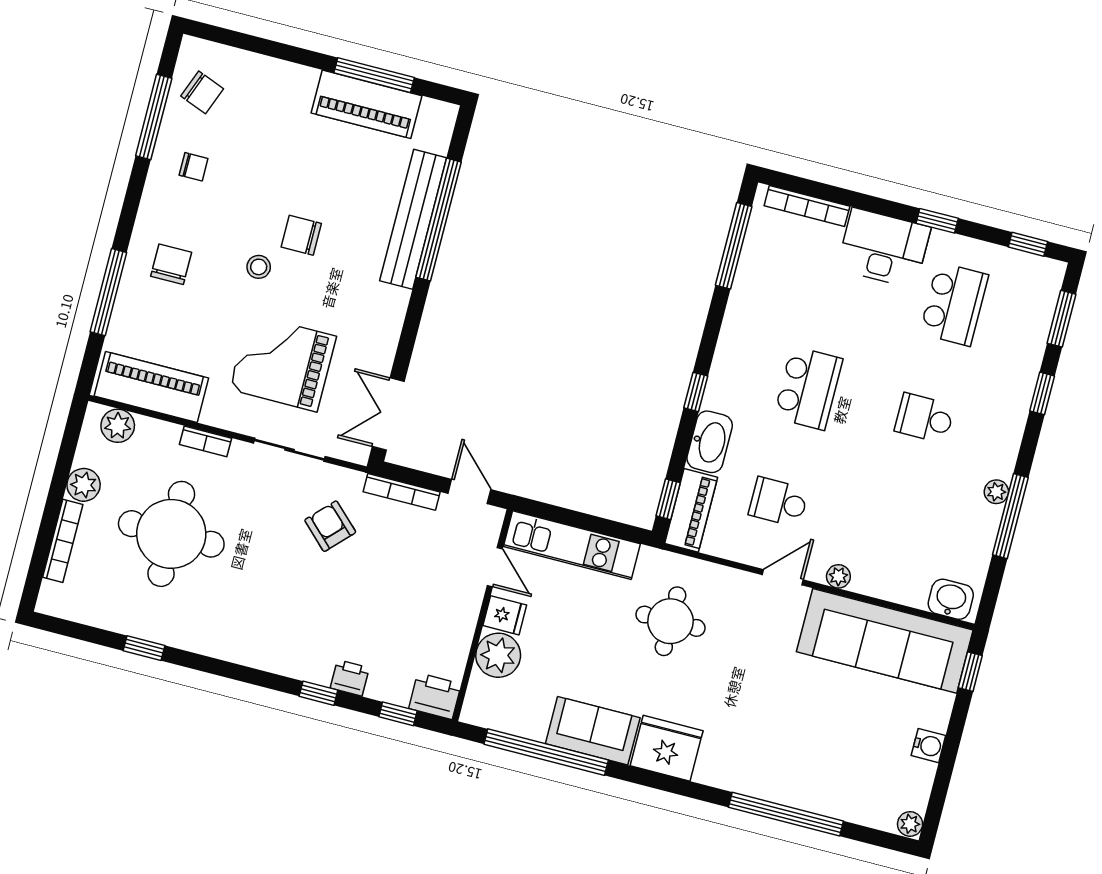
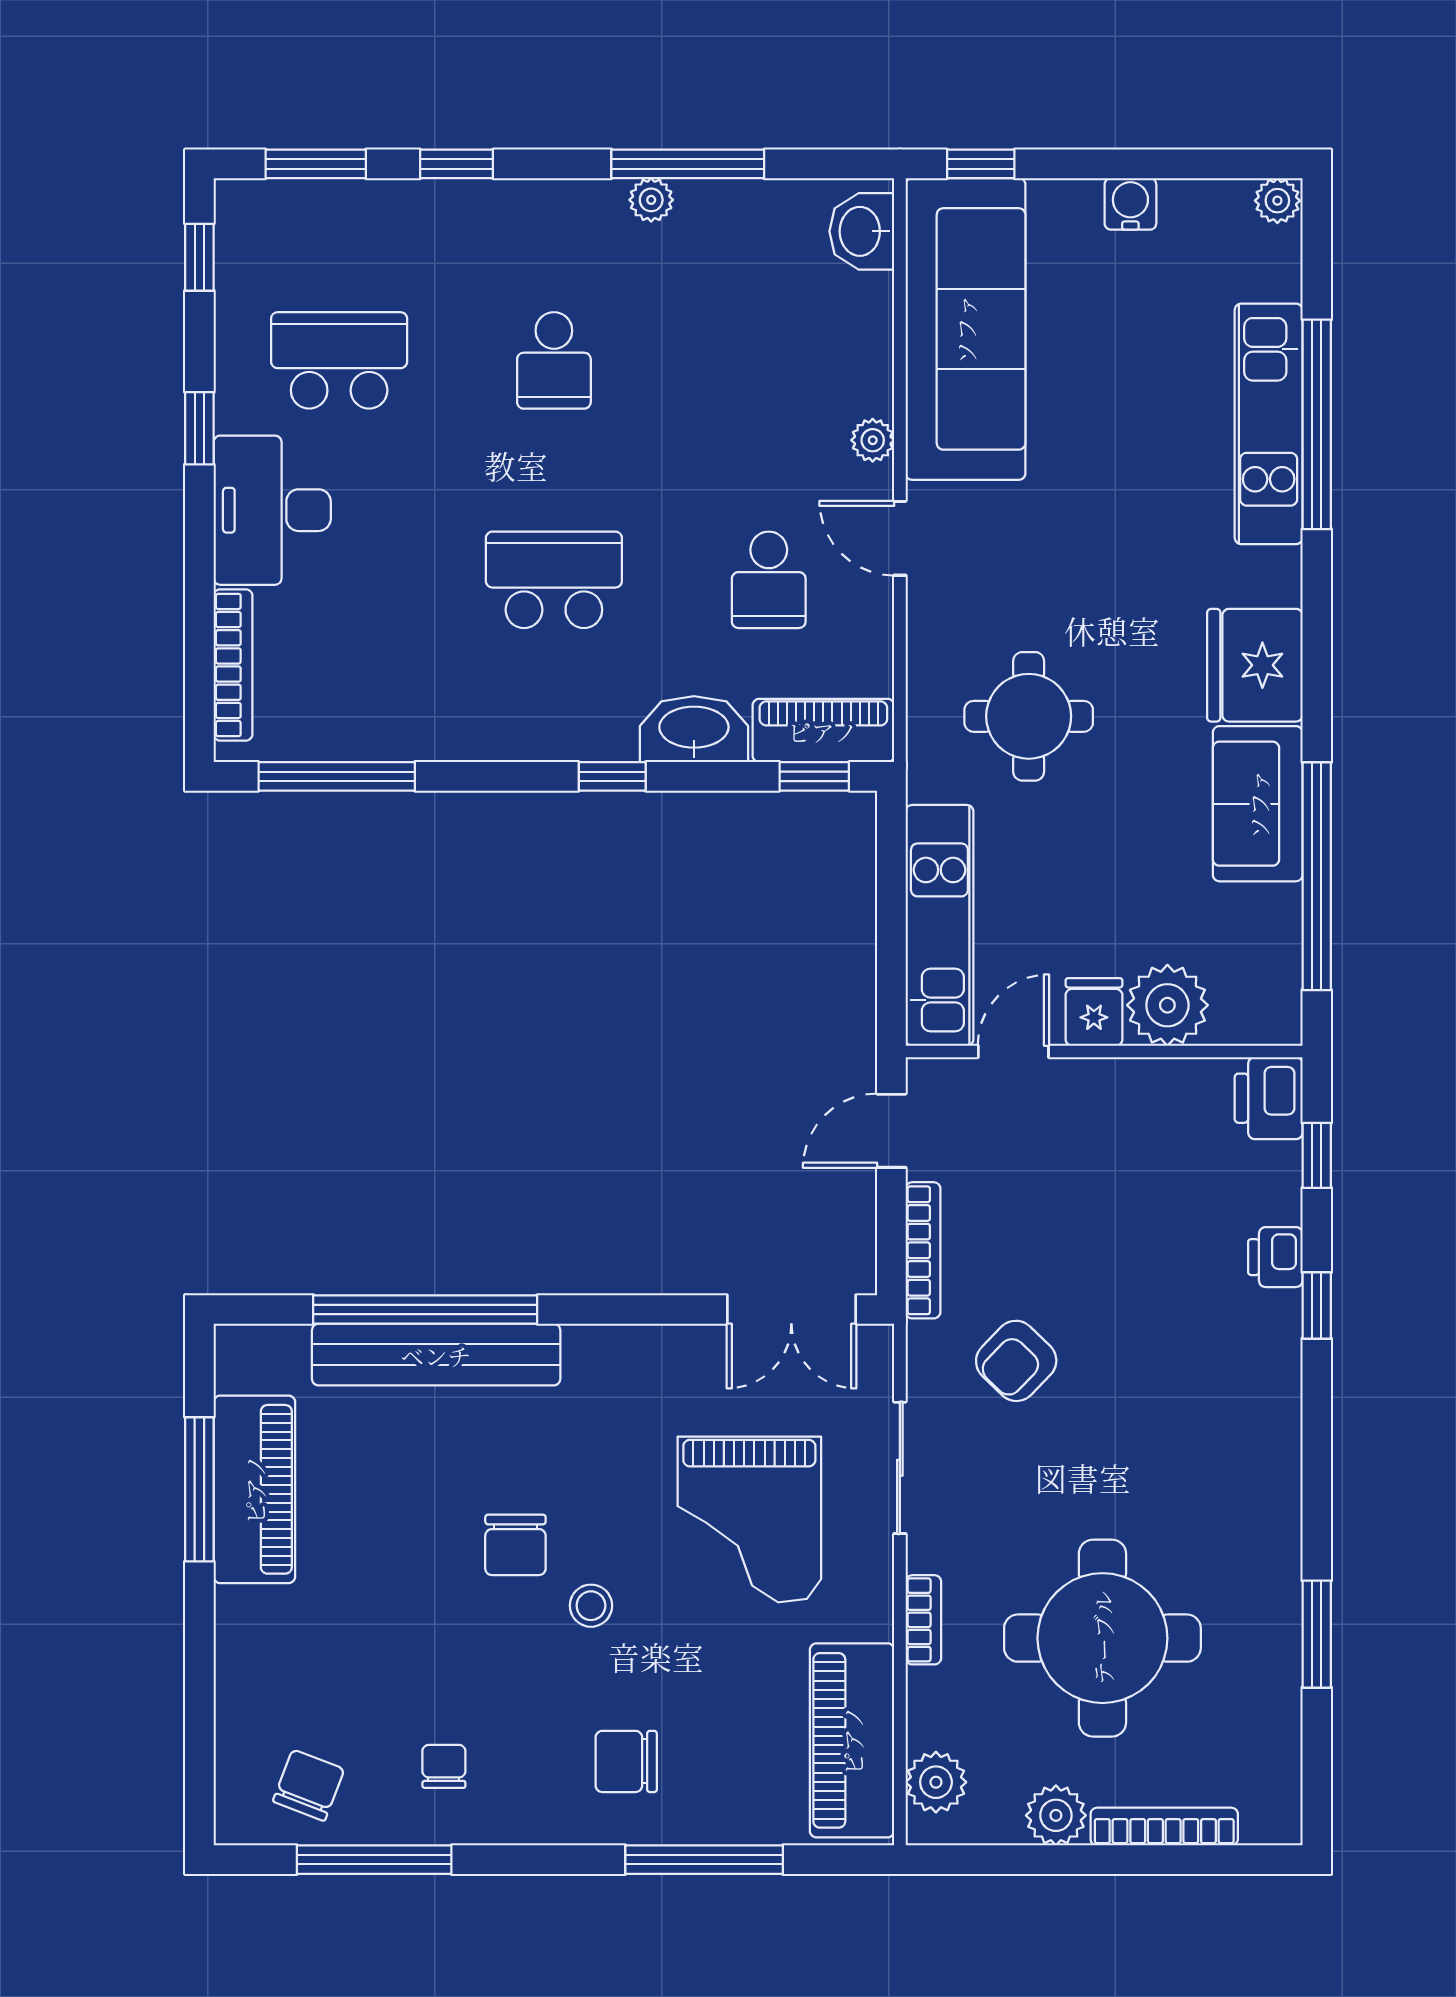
window: (144, 648) -> (1317, 1634), width x1.50
kitchen unit: (793, 789) -> (1269, 424), added

